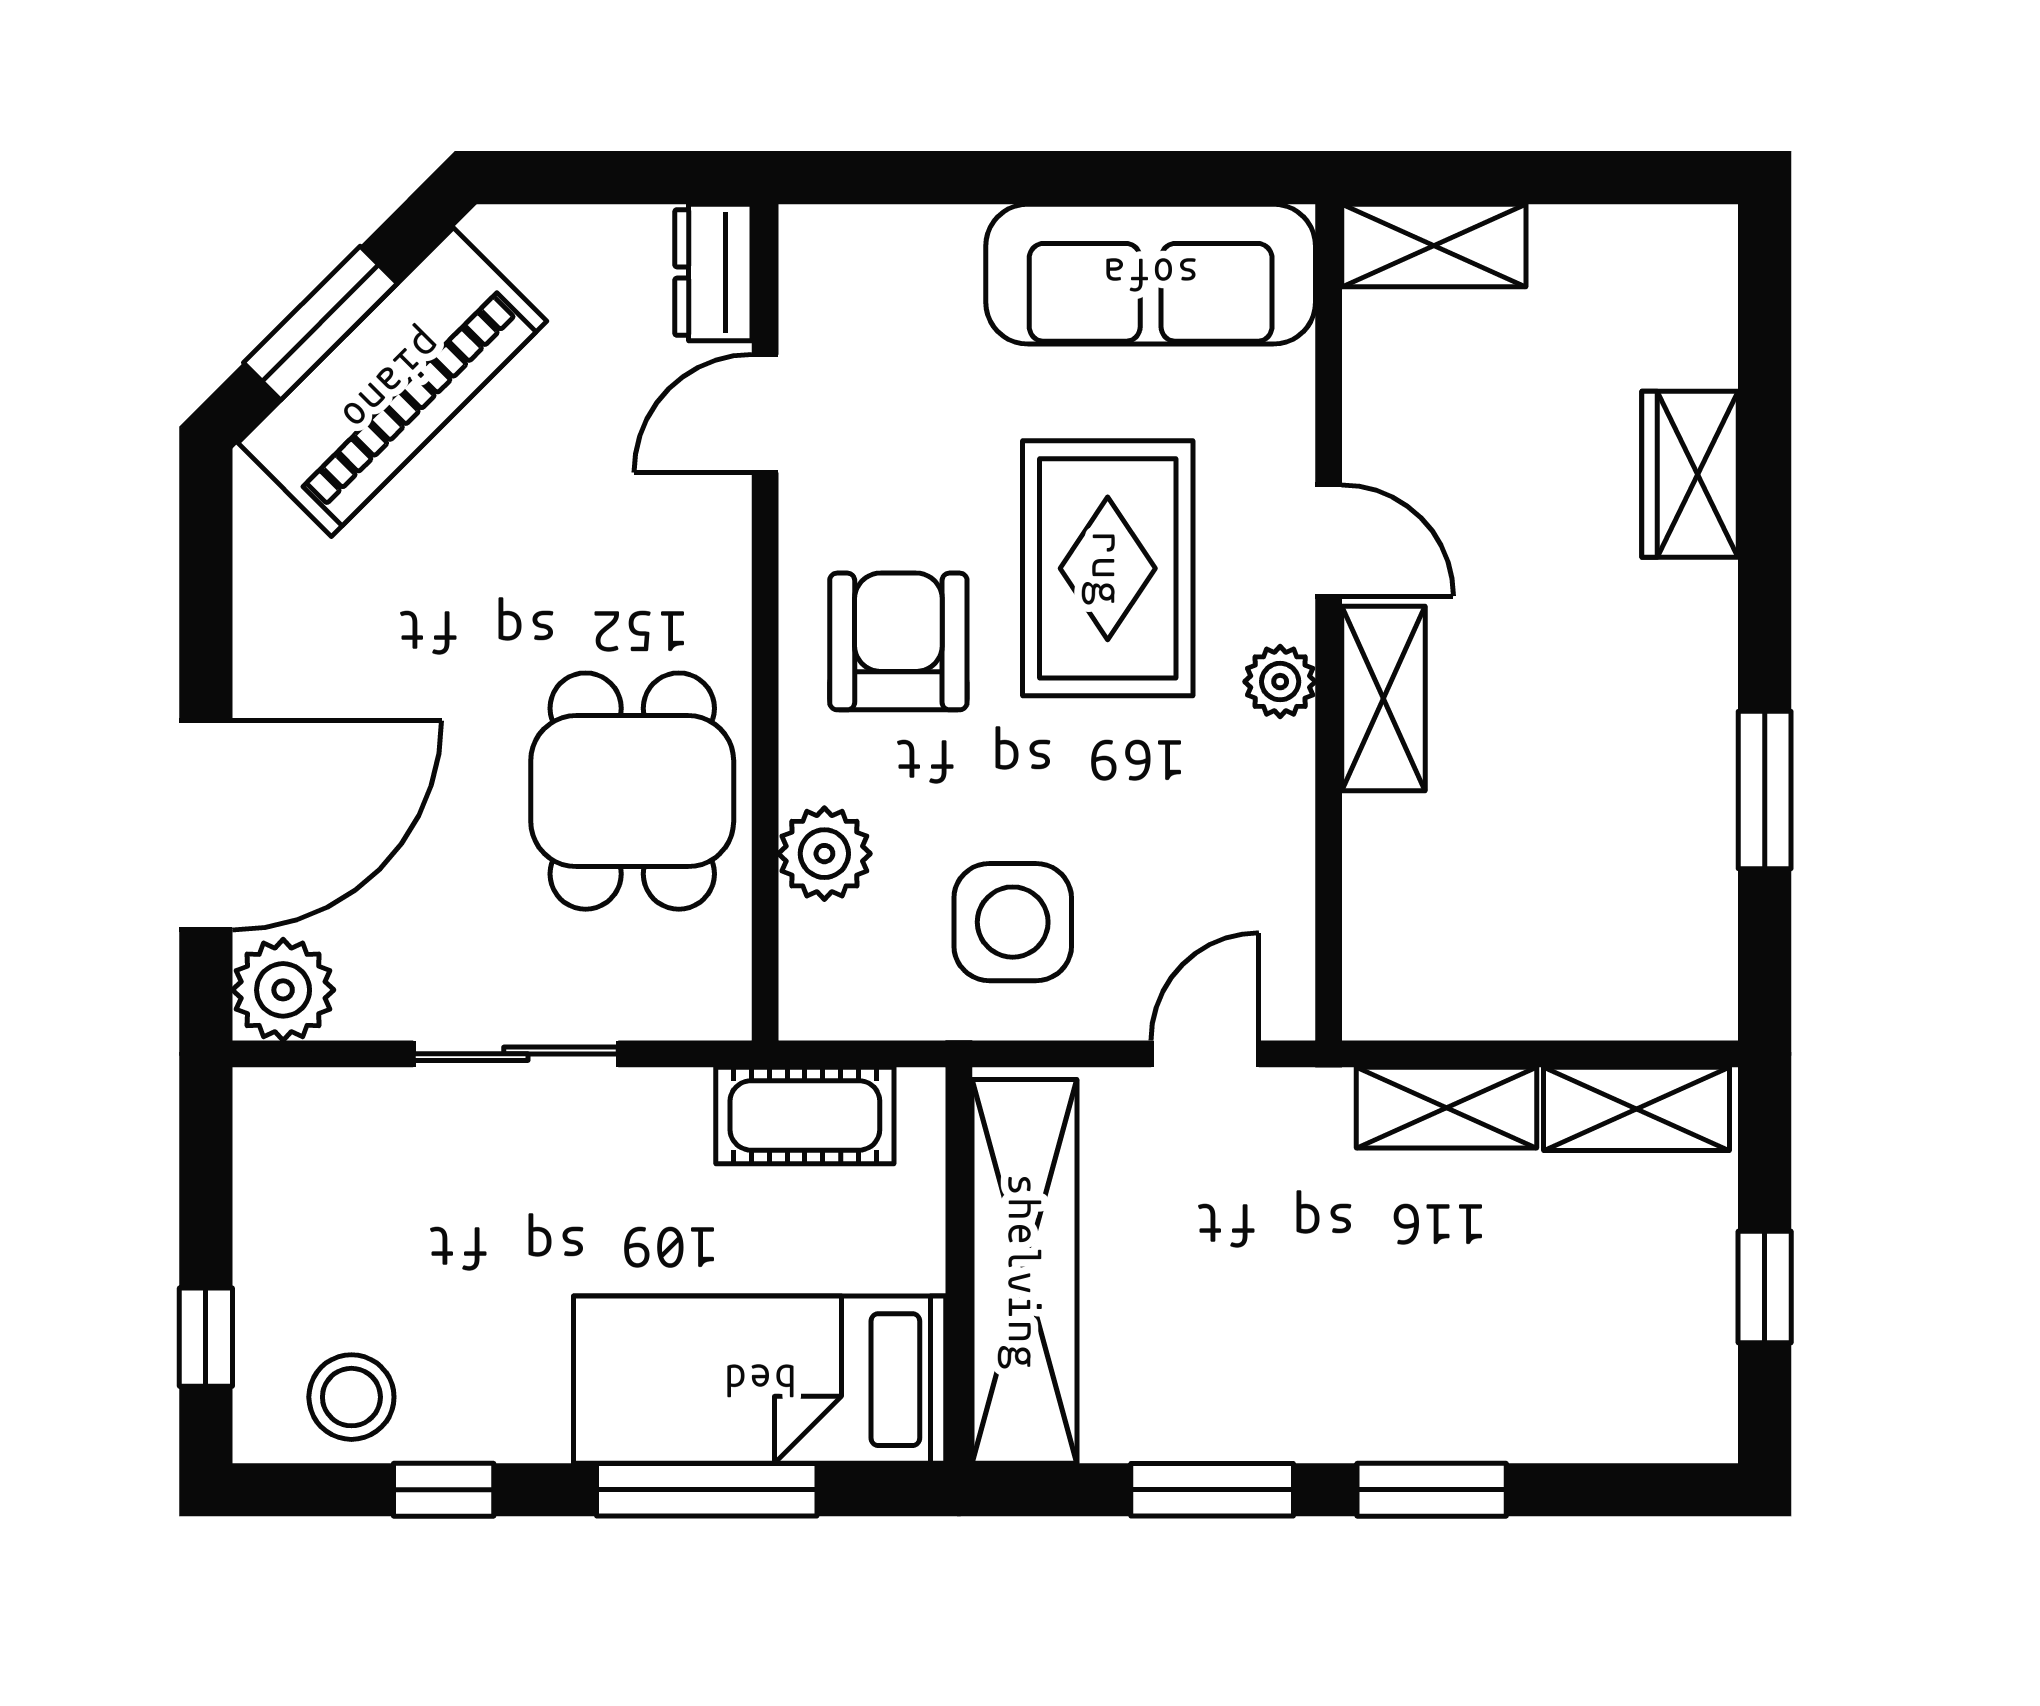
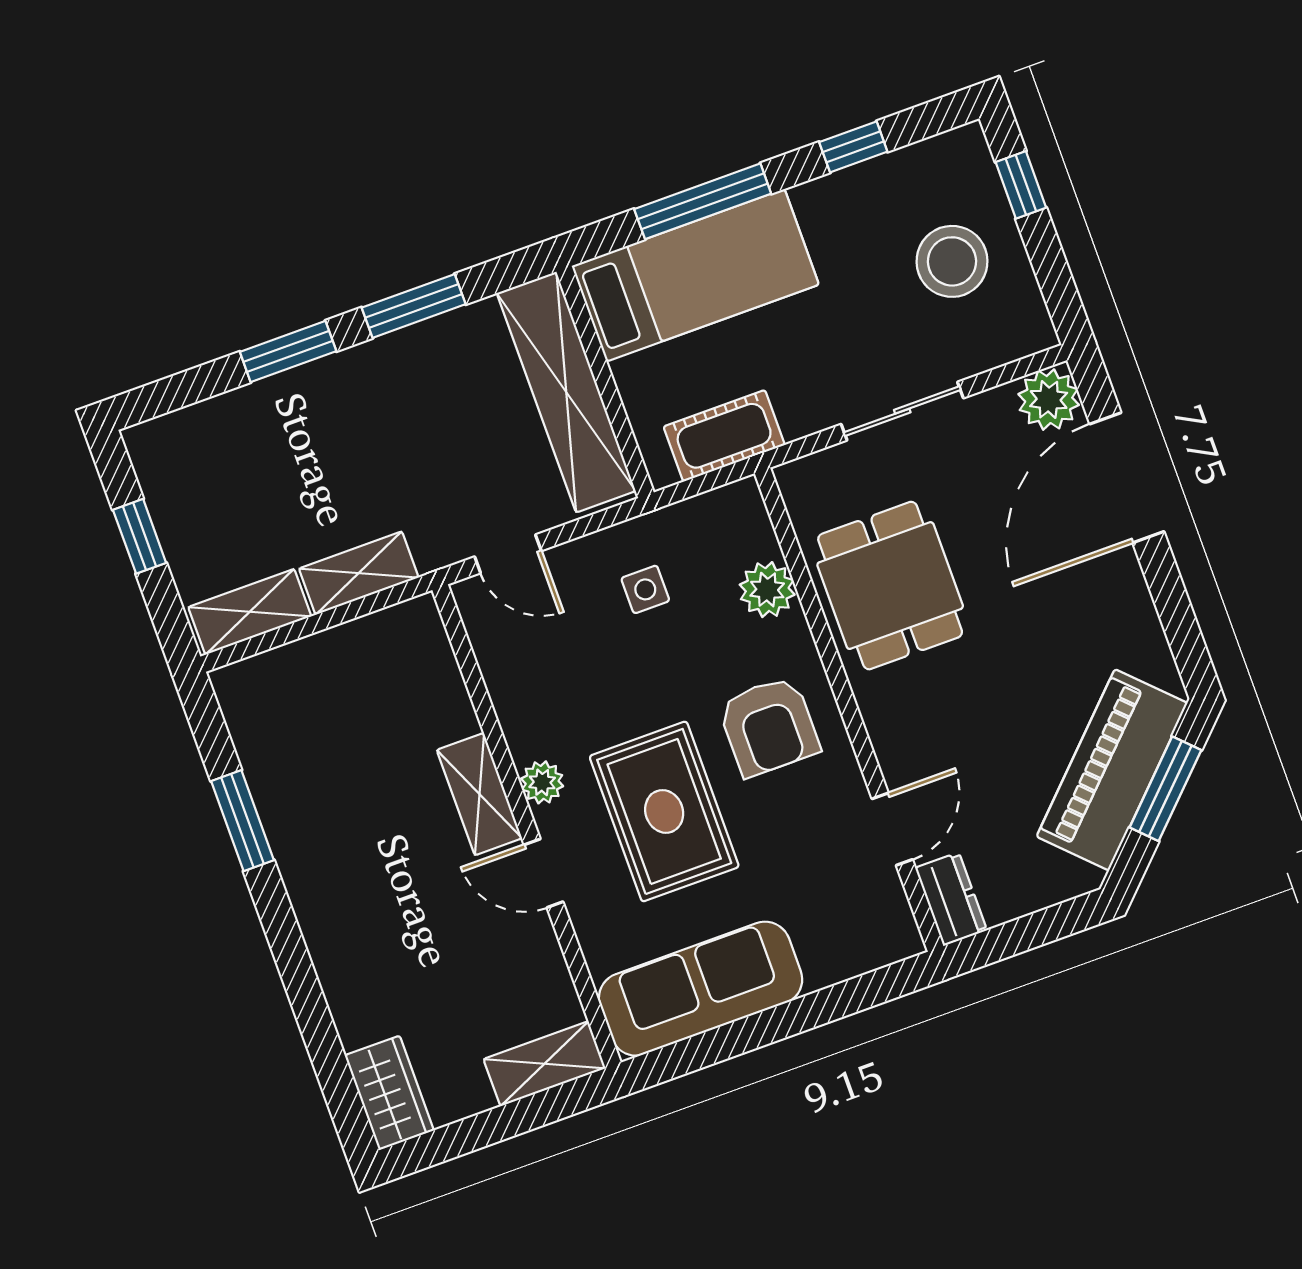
wardrobe: (1690, 474) -> (389, 1093), moved
side table: (1013, 922) -> (645, 589), width x0.54, depth x0.54
door: (1205, 1054) -> (508, 554), hinge flipped
stool: (351, 1397) -> (952, 261), moved, width x1.38, depth x1.38

